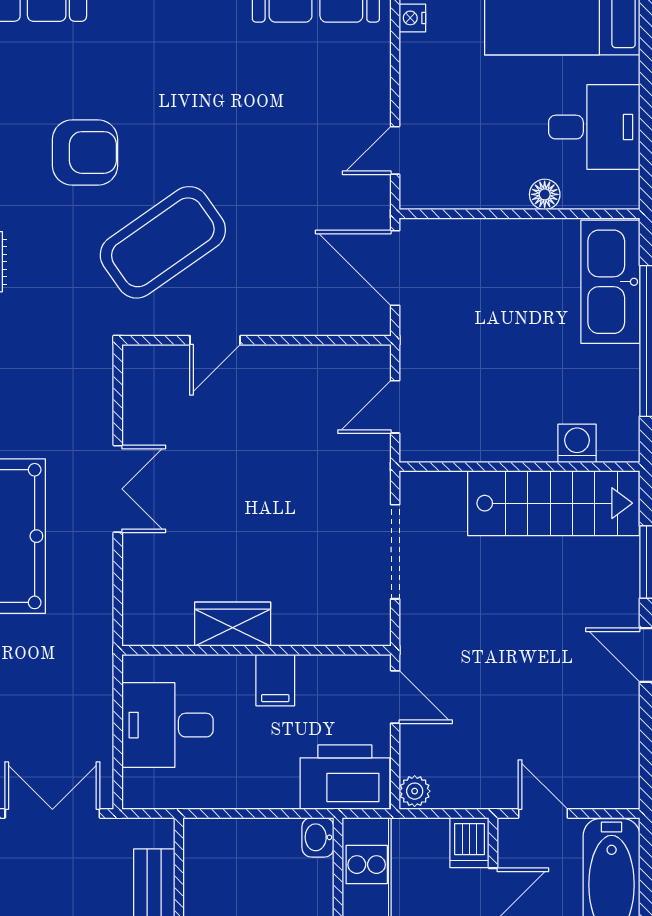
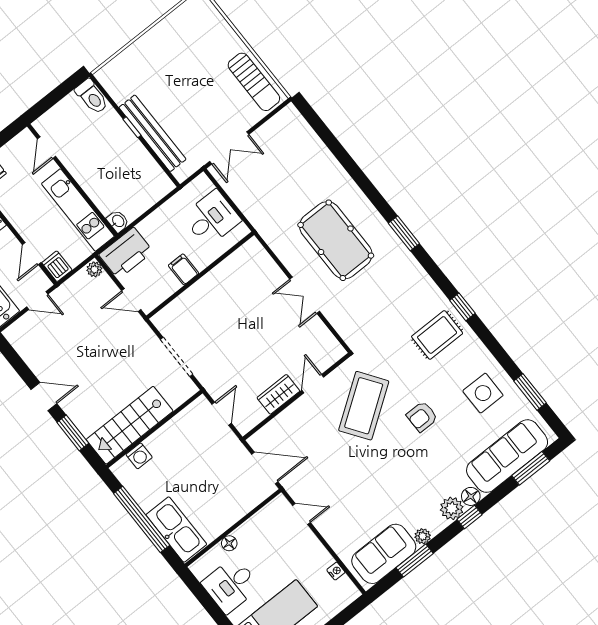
door: (395, 150) -> (301, 514), hinge flipped
armchair: (85, 152) -> (422, 417), width x0.72, depth x0.72
wardrobe: (233, 624) -> (278, 394), moved, turned 180

